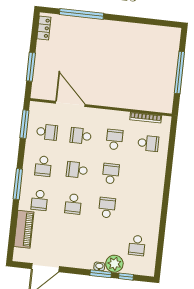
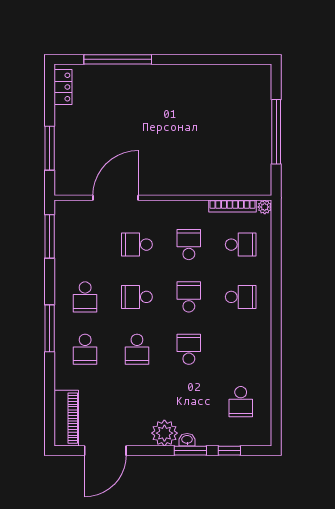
door: (70, 104) -> (116, 198), hinge flipped
plant: (167, 121) -> (265, 207), added
school desk: (47, 132) -> (241, 297), moved
piano: (24, 229) -> (66, 418), moved
plant: (114, 264) -> (164, 433), moved

